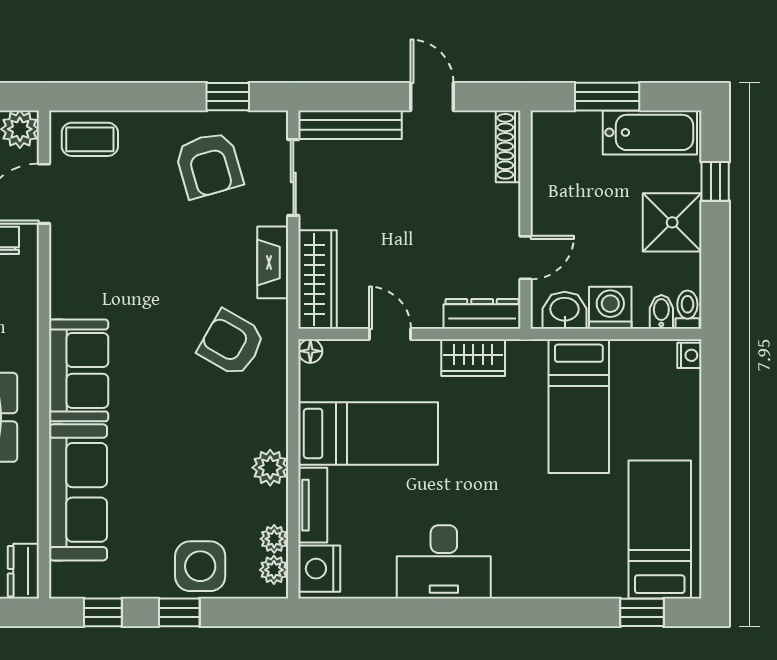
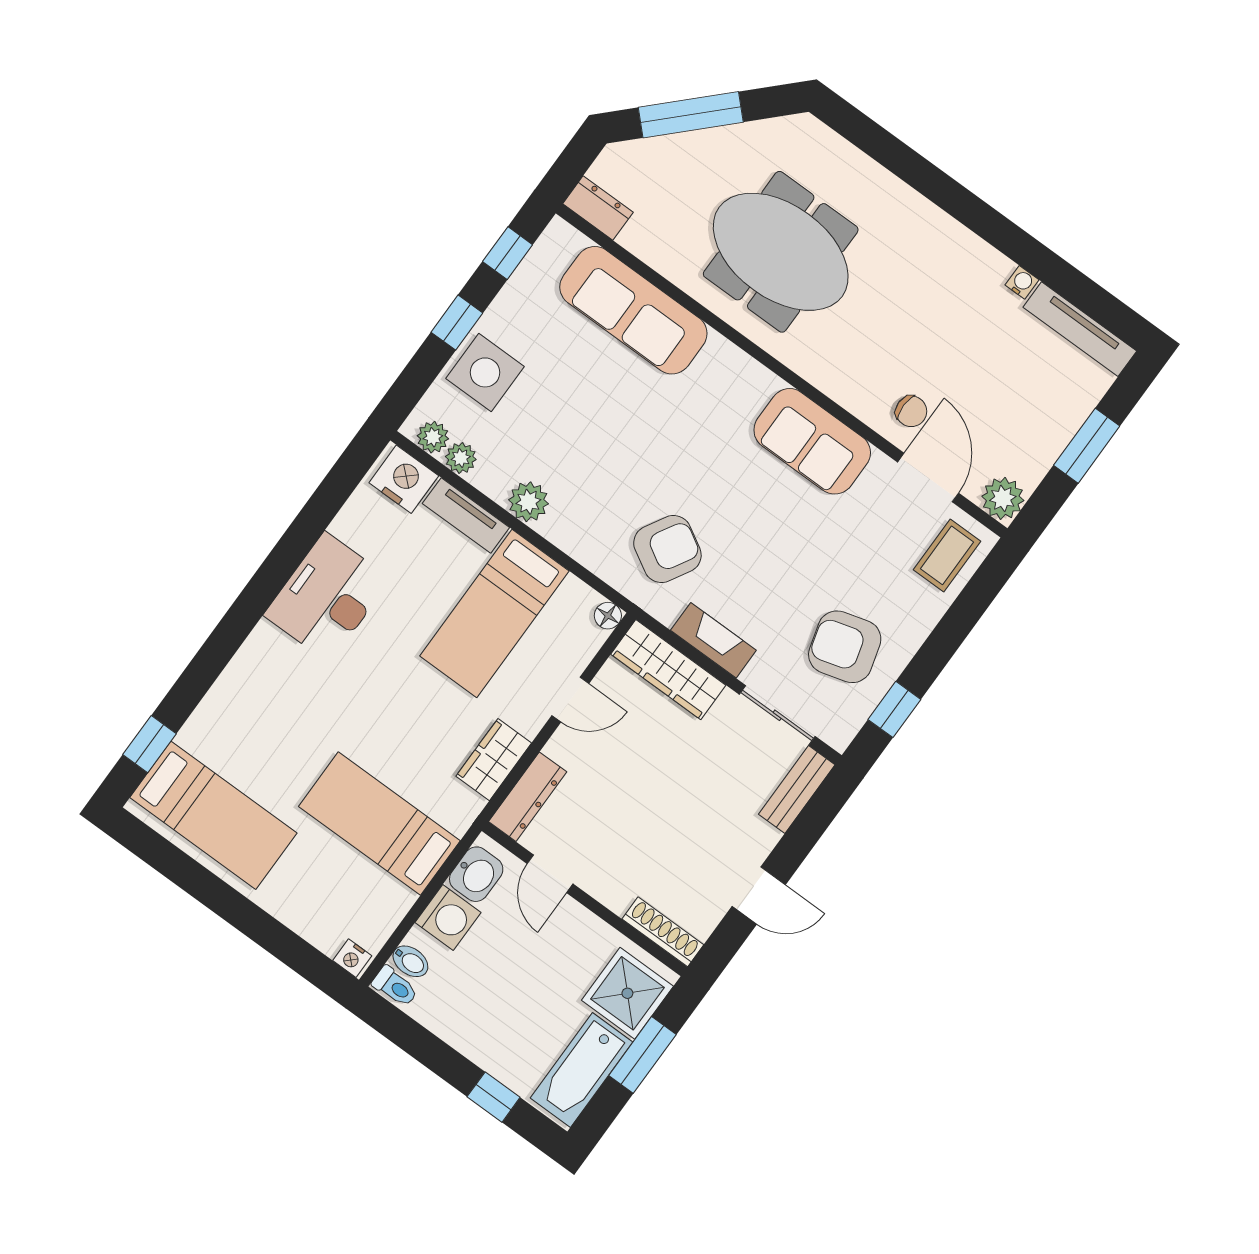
bench: (350, 125) -> (797, 790), width x0.73
shower: (672, 222) -> (627, 993), moved
sofa: (79, 370) -> (812, 441), moved

